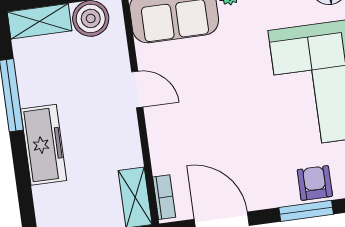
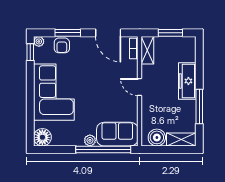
door: (137, 89) -> (140, 87), moved

